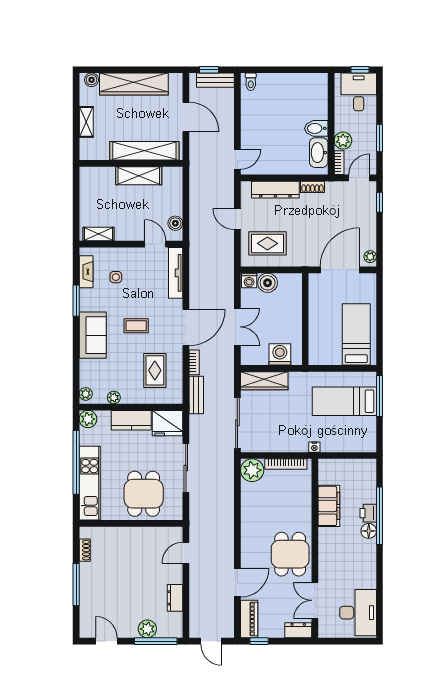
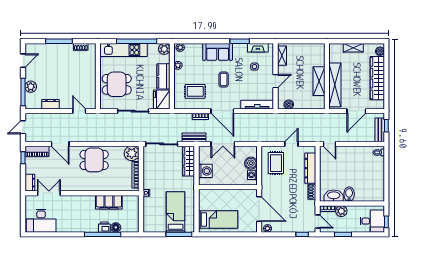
door: (155, 244) -> (276, 81), moved
washing machine: (249, 281) -> (252, 175), moved
bench: (196, 395) -> (194, 137), moved
floor lamp: (369, 531) -> (116, 227), moved
dining table: (290, 554) -> (94, 160), moved

